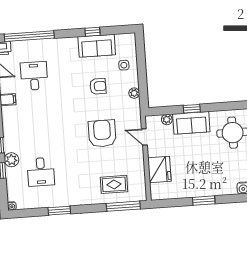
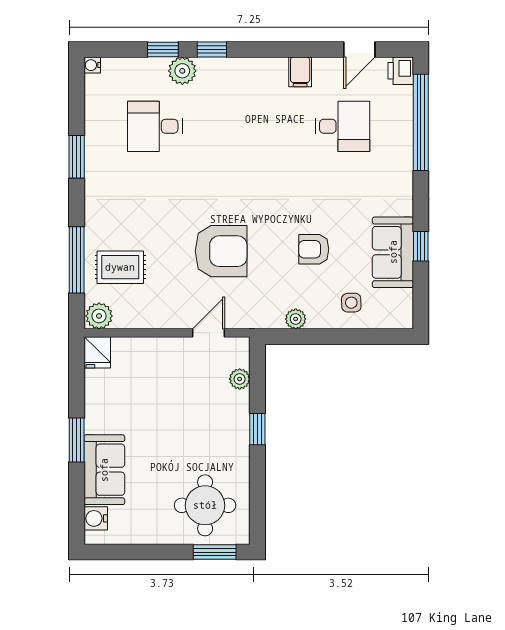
armchair: (98, 86) -> (314, 249), turned 90
sofa: (191, 123) -> (104, 470), moved, turned 180
fridge: (159, 170) -> (97, 352), moved, width x0.53, depth x0.75
rug: (114, 184) -> (120, 267), turned 90
plant: (140, 194) -> (99, 316), added
window: (123, 206) -> (77, 260), moved

